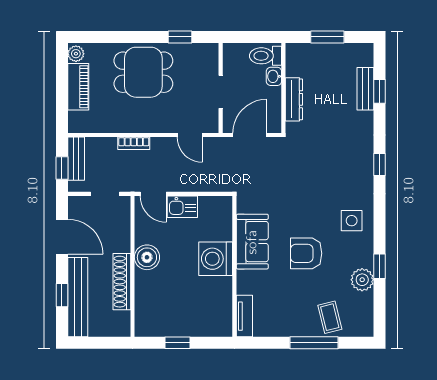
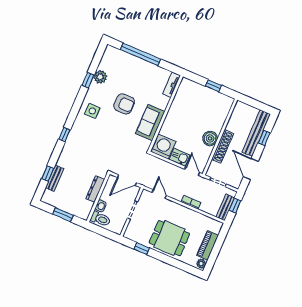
washing machine: (216, 259) -> (163, 147), moved, turned -90
shoe rack: (122, 282) -> (223, 146), moved
coffee table: (330, 317) -> (126, 64), removed
window: (314, 343) -> (140, 54), width x1.46

